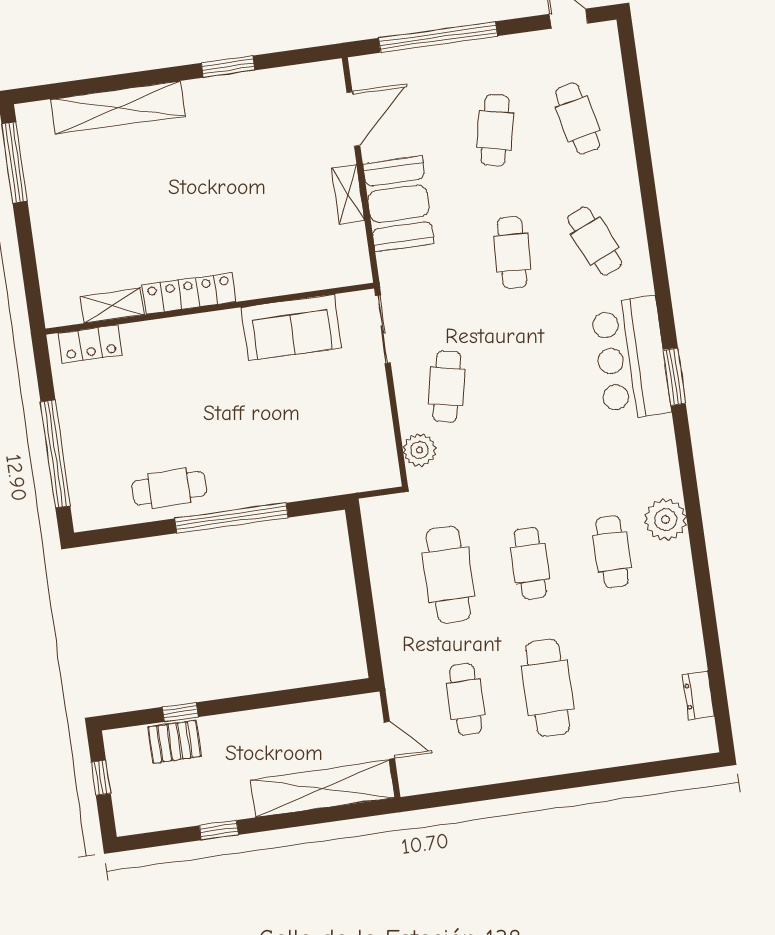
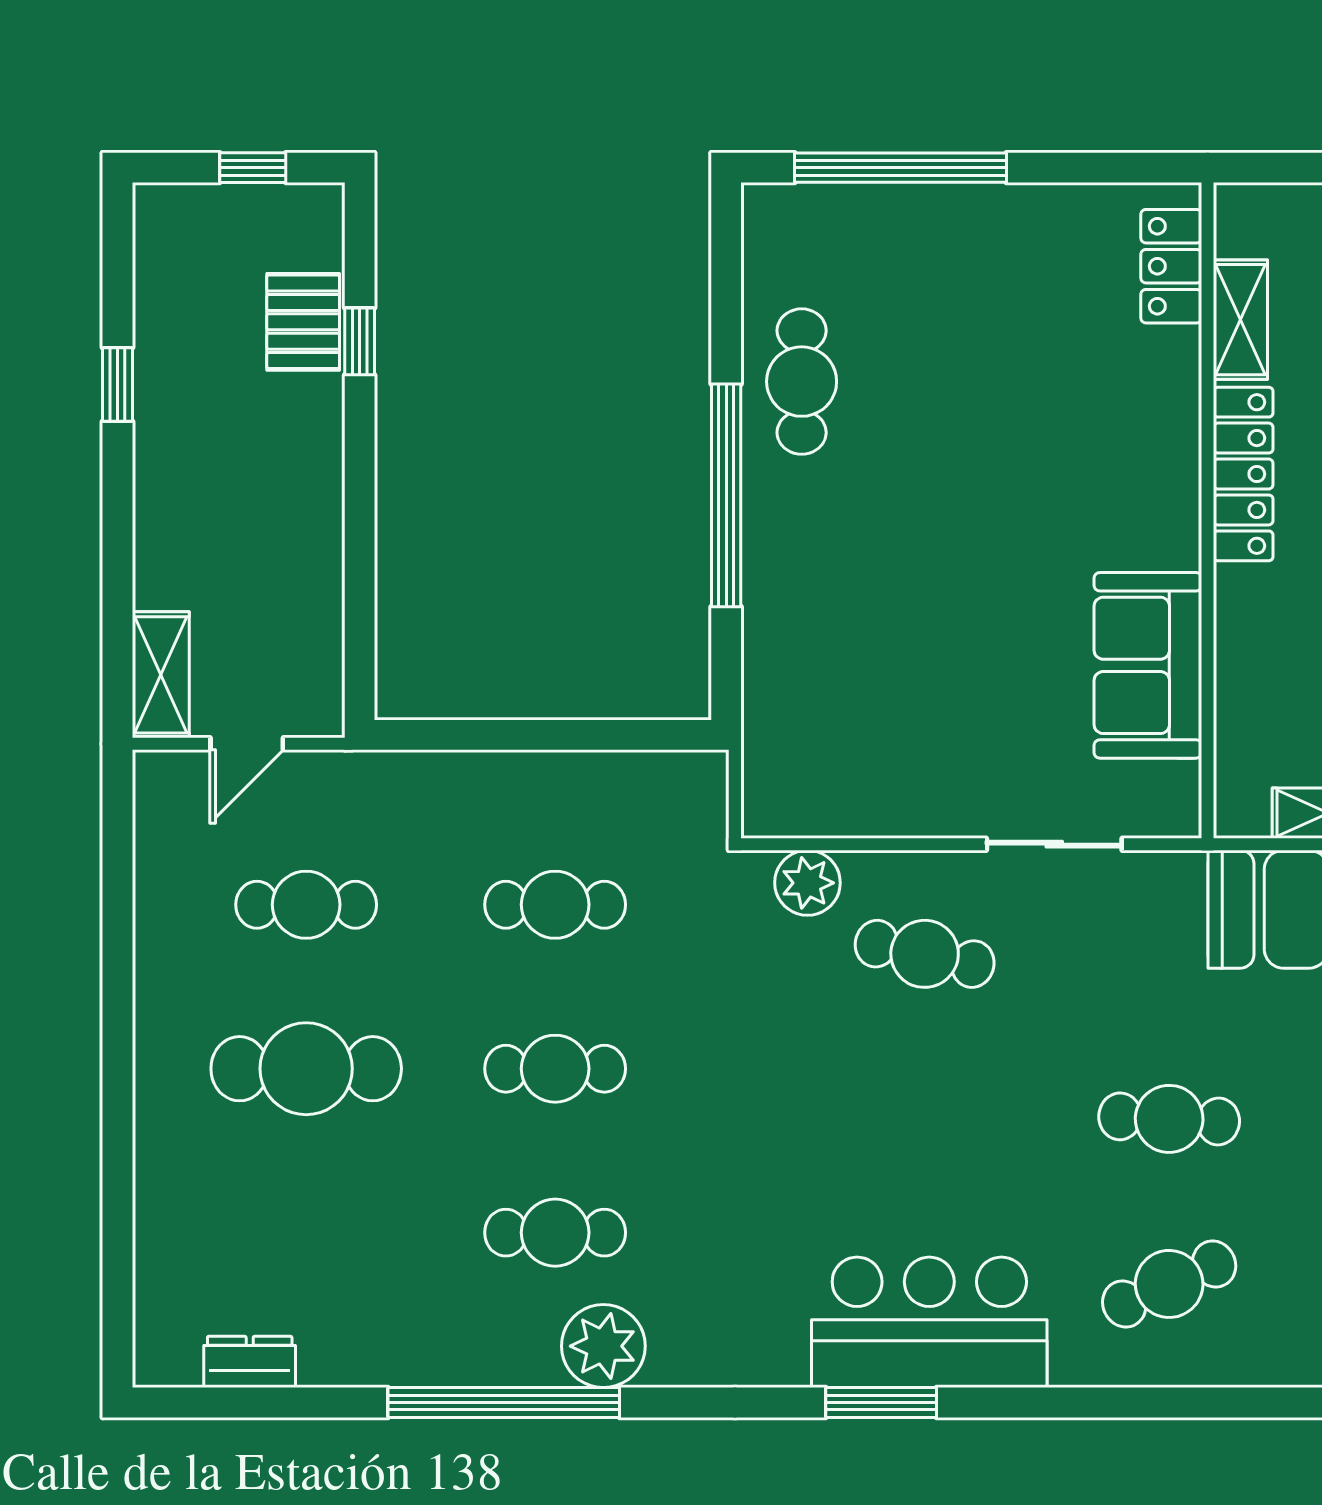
locker: (189, 293) -> (1243, 474), moved
shelving: (112, 306) -> (1240, 320), moved
wall: (210, 309) -> (1208, 510), moved
sofa: (291, 328) -> (1148, 665), moved
locker: (90, 344) -> (1171, 266), moved
window: (701, 565) -> (504, 1402), added
cafe table: (448, 575) -> (555, 905), width x0.73, depth x0.74
shelving: (322, 789) -> (161, 675), width x0.45, depth x0.75

